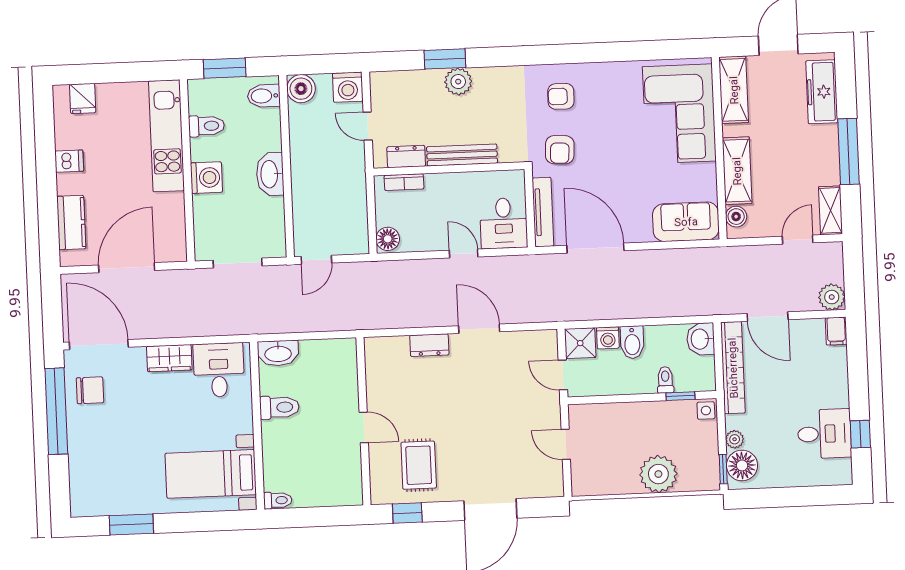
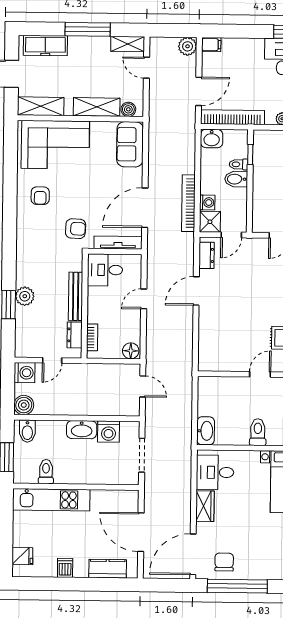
armchair: (561, 96) -> (40, 196), moved
washing machine: (206, 178) -> (109, 432), moved, turned 180
desk: (504, 223) -> (105, 270), moved, turned 180
door: (316, 260) -> (143, 386), moved
bookcase: (605, 311) -> (188, 203), added
bidet: (632, 342) -> (236, 179), moved, turned 180
dresser: (429, 345) -> (207, 255), moved
toilet: (279, 407) -> (258, 432), moved
side table: (706, 410) -> (261, 137), removed

